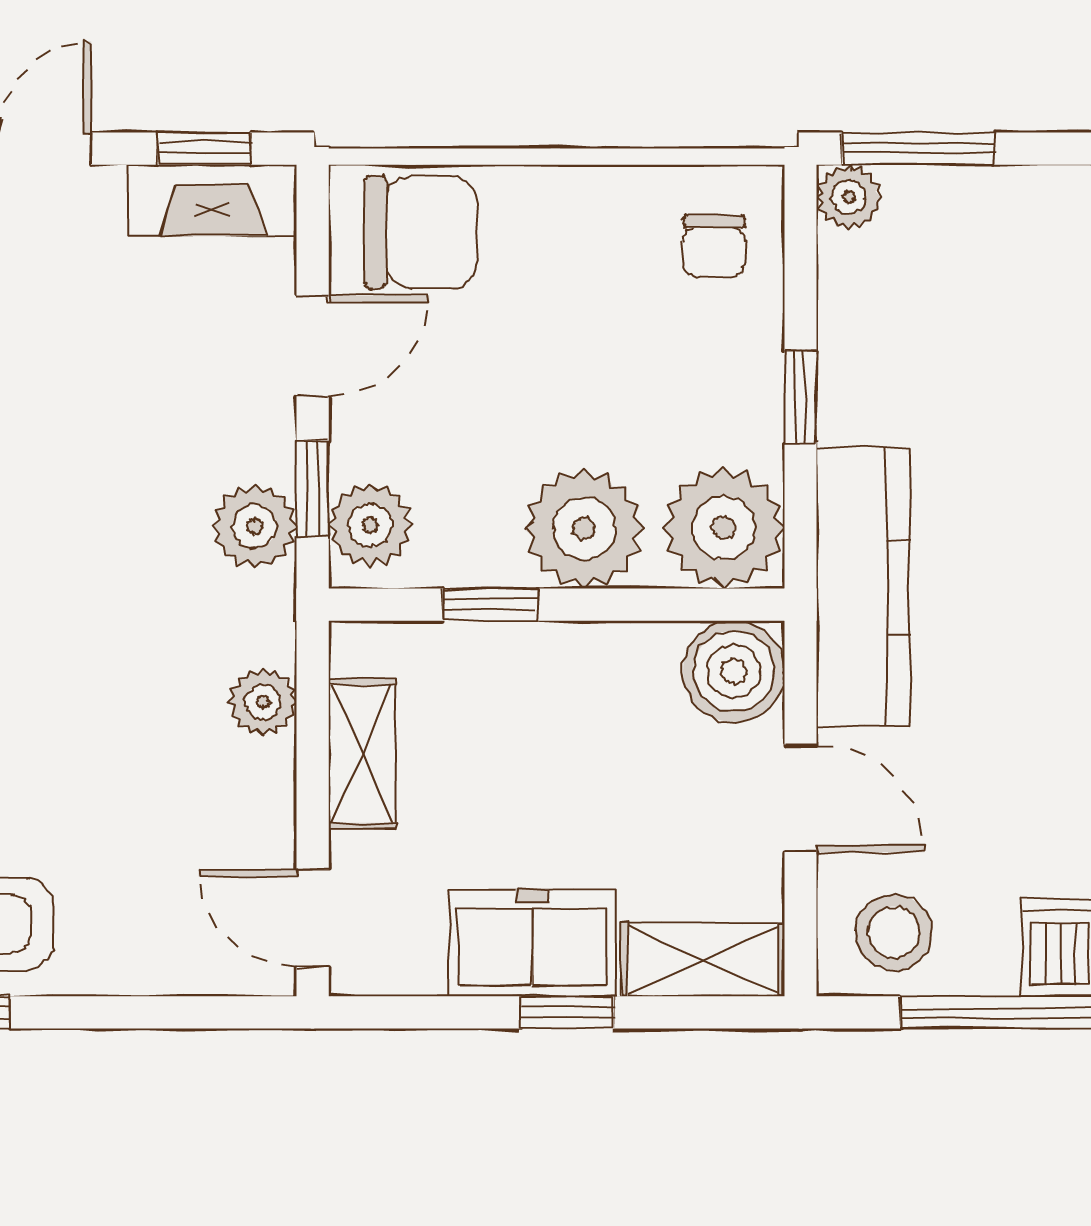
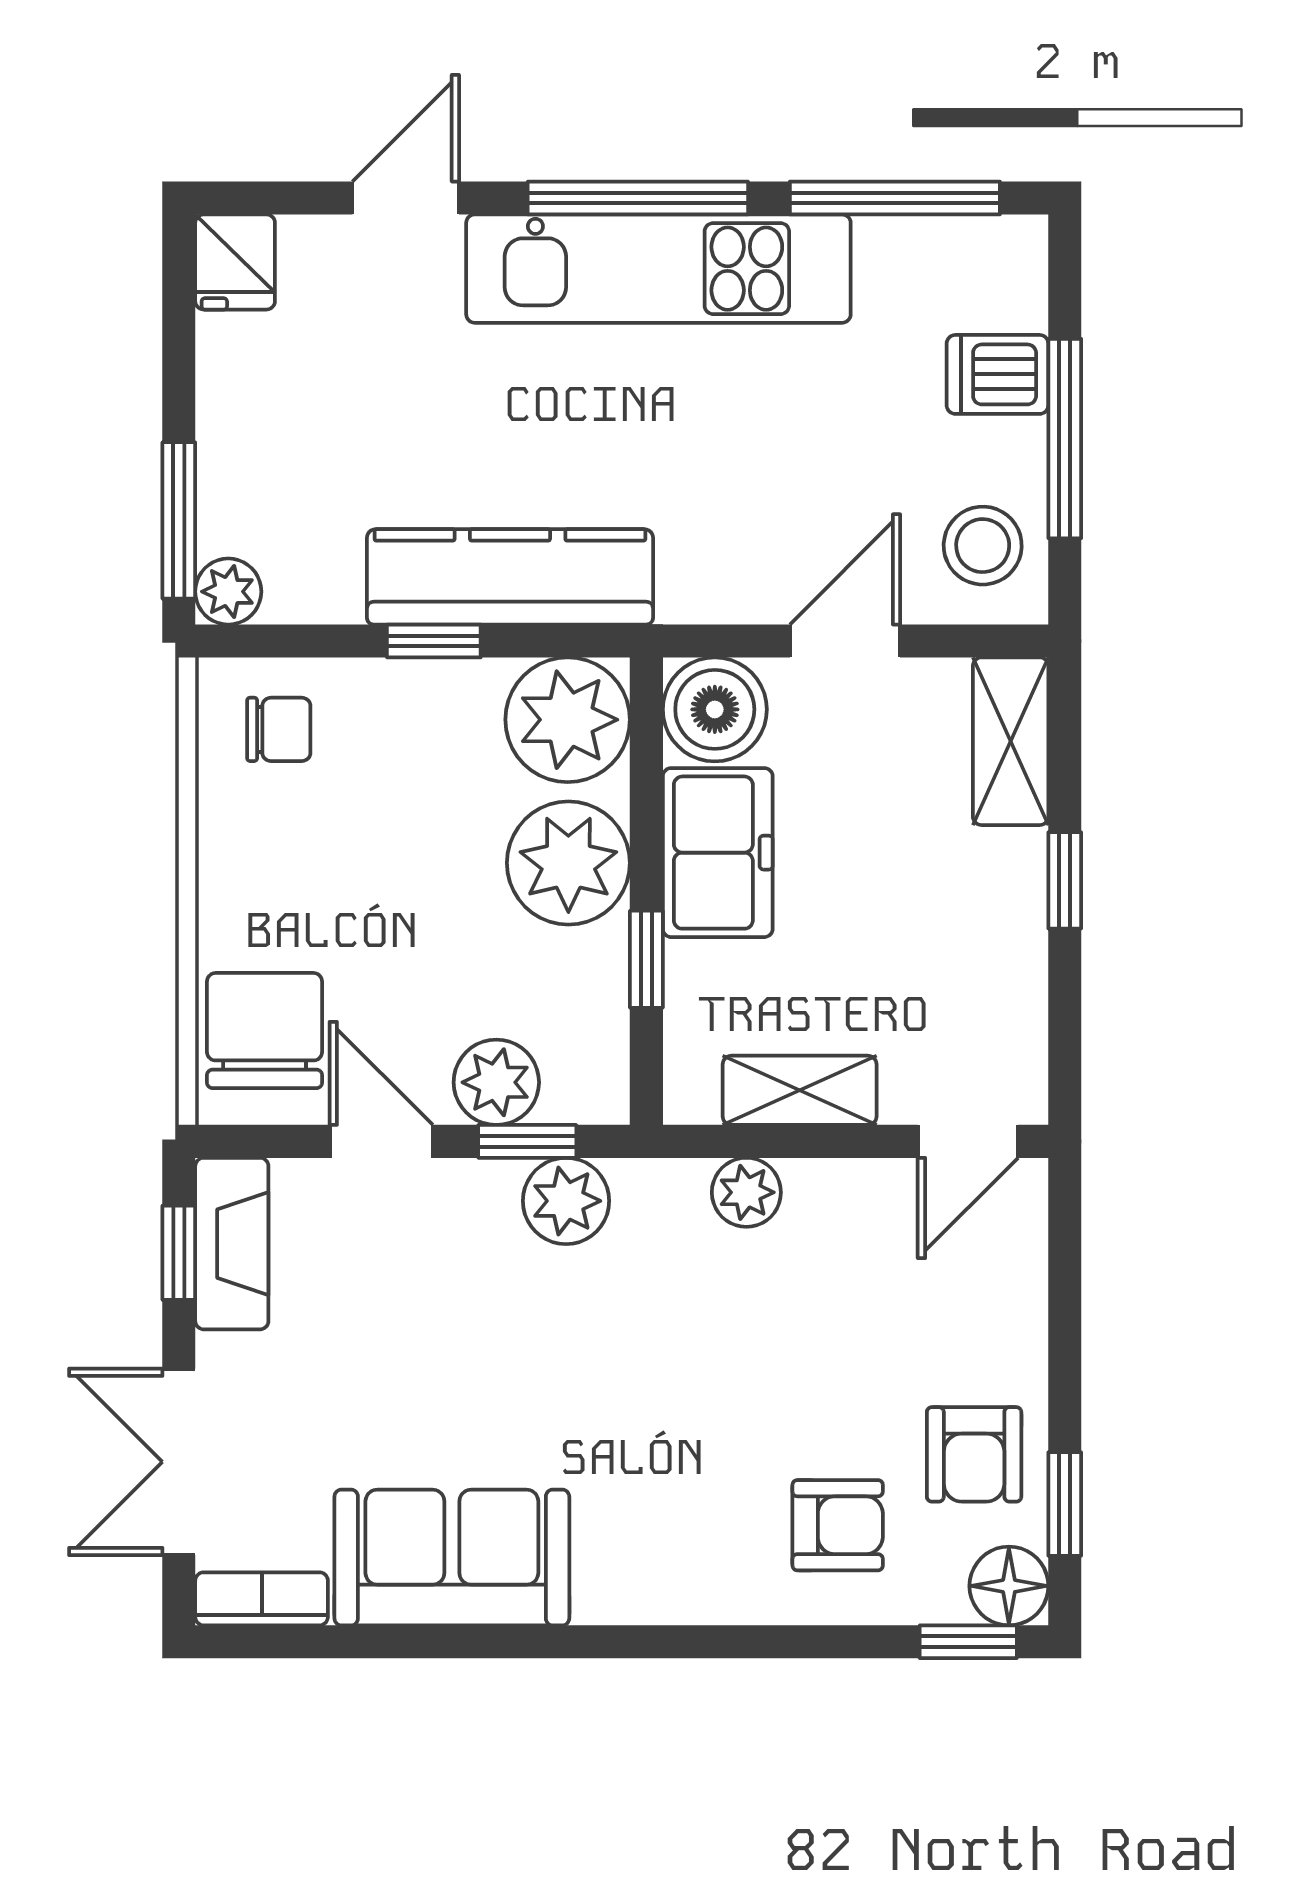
plant: (370, 525) -> (496, 1082), moved
kitchen counter: (863, 587) -> (510, 577), moved
freezer: (532, 943) -> (718, 853), moved, turned 180

